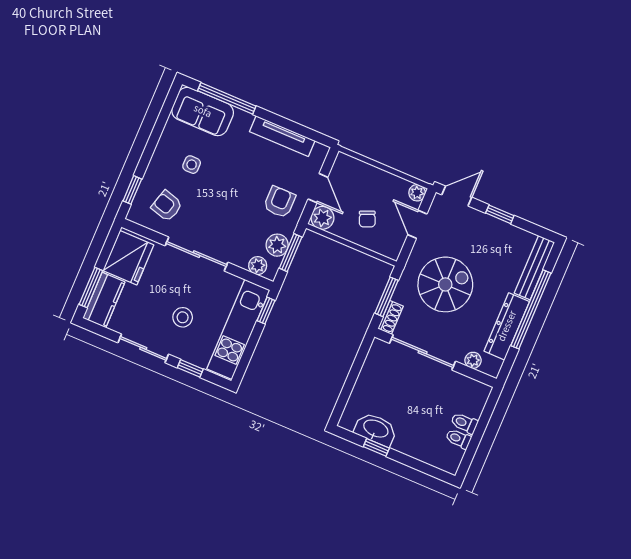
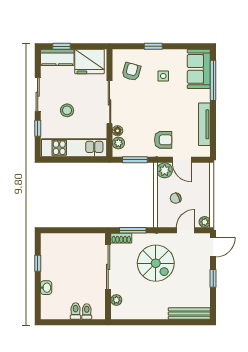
door: (318, 188) -> (182, 160), hinge flipped
window: (132, 190) -> (153, 46), moved
door: (457, 196) -> (213, 247), hinge flipped
plant: (277, 245) -> (136, 150), removed
floor lamp: (240, 260) -> (118, 131), added
window: (91, 287) -> (61, 46), width x0.67
window: (531, 309) -> (163, 322), removed
window: (266, 311) -> (93, 160), removed
dresser: (507, 326) -> (146, 312), removed
washbasin: (376, 429) -> (46, 288), moved, width x0.52, depth x0.69
toilet: (458, 439) -> (87, 311), moved

